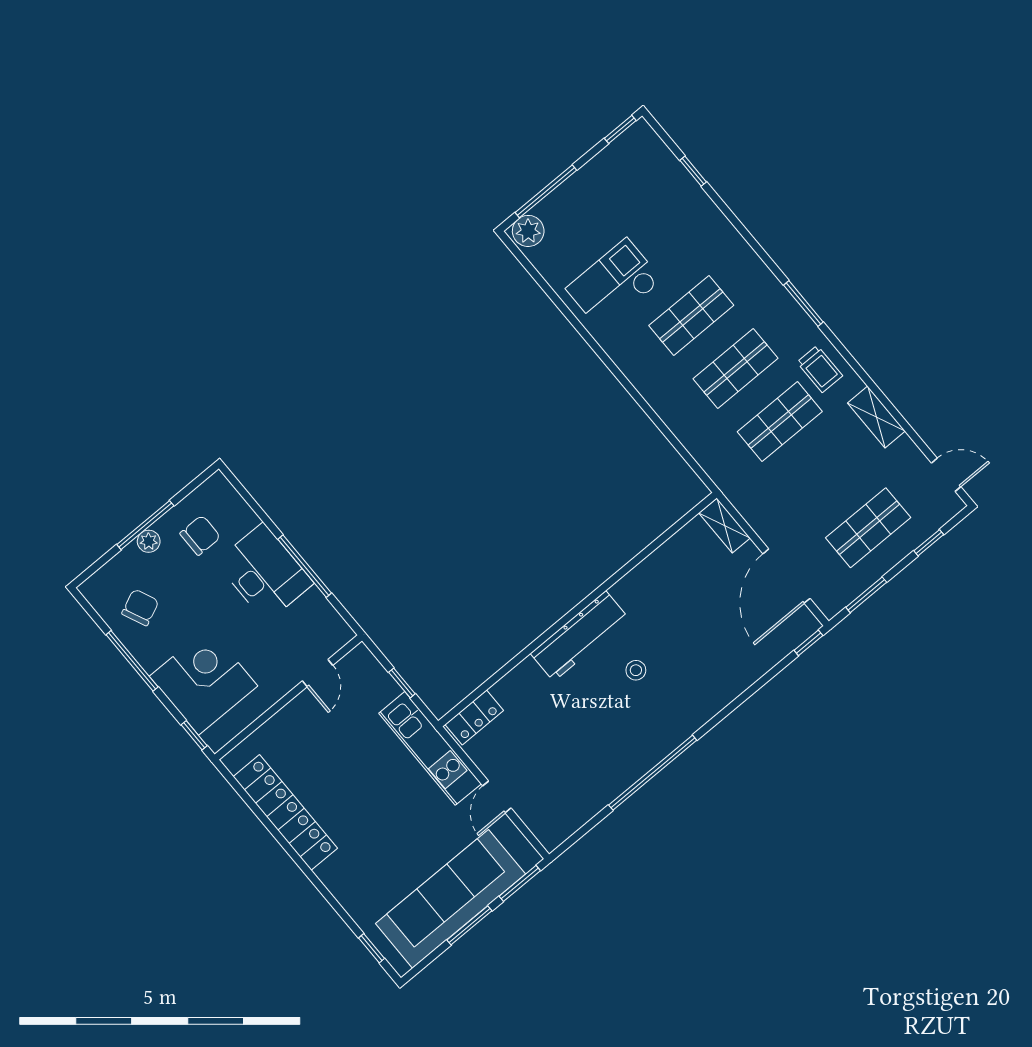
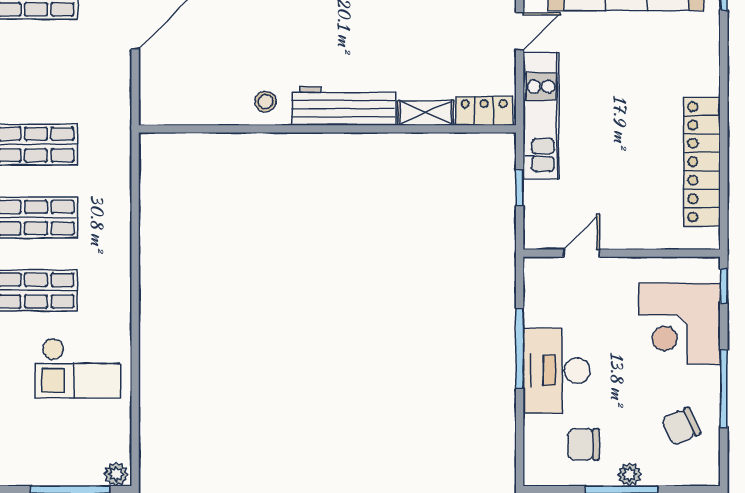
plant: (528, 231) -> (116, 474), width x0.73, depth x0.73
shelving: (725, 526) -> (426, 113), moved, turned 90
stool: (636, 670) -> (265, 102), moved

